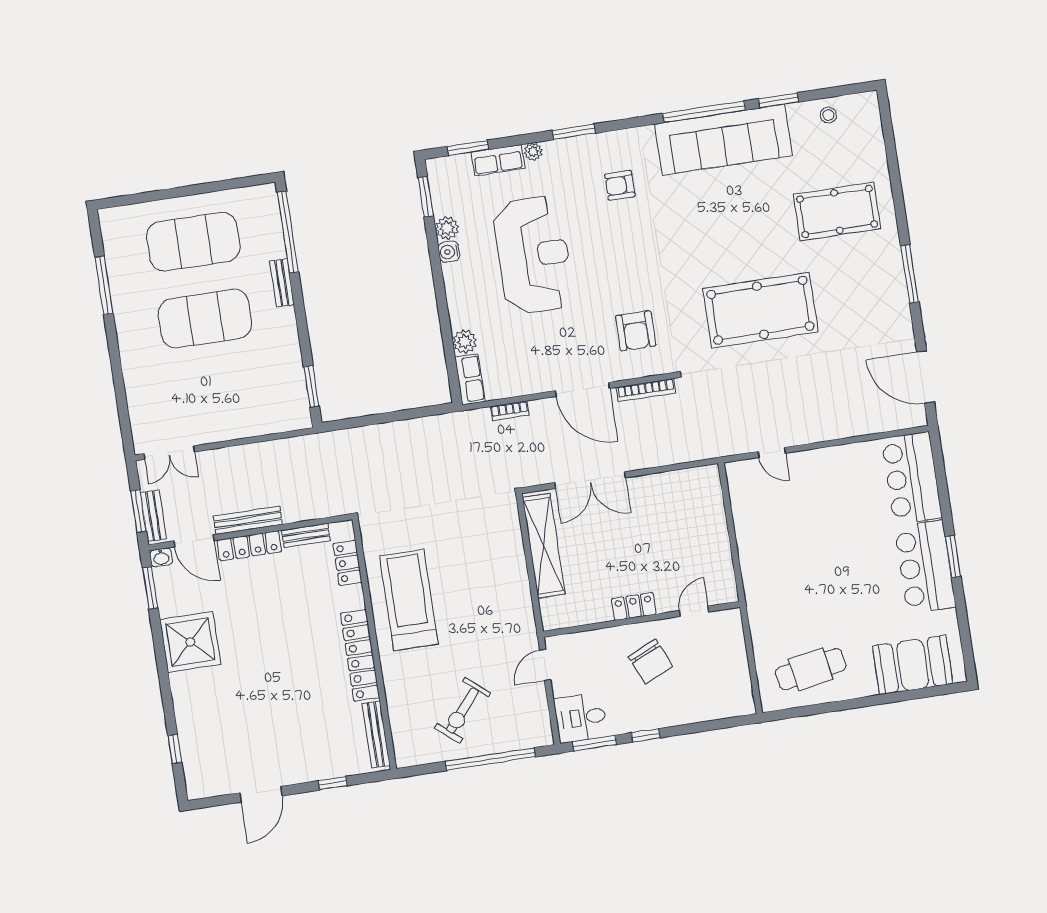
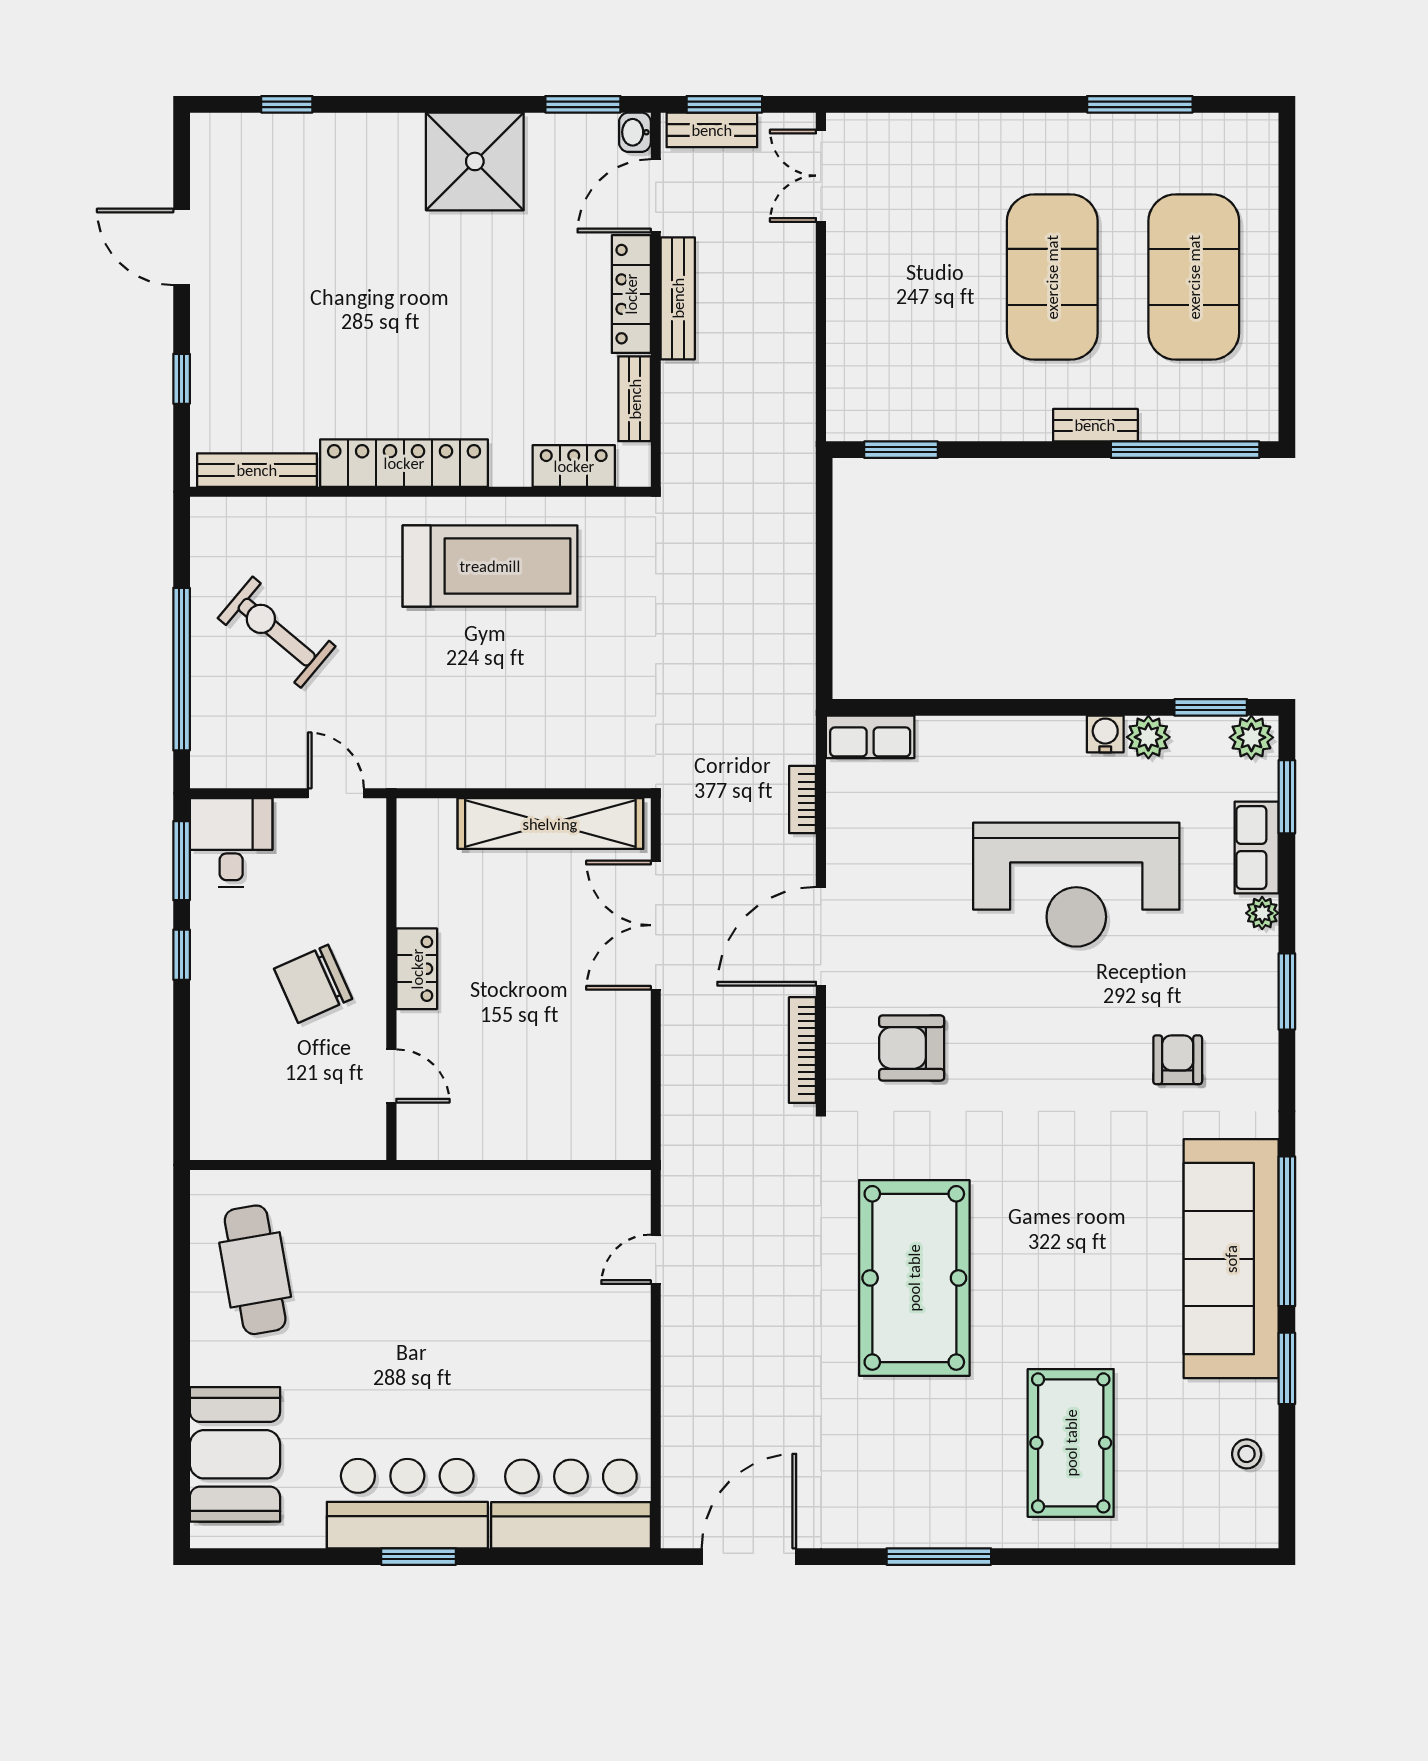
plant: (465, 341) -> (1251, 737), moved

